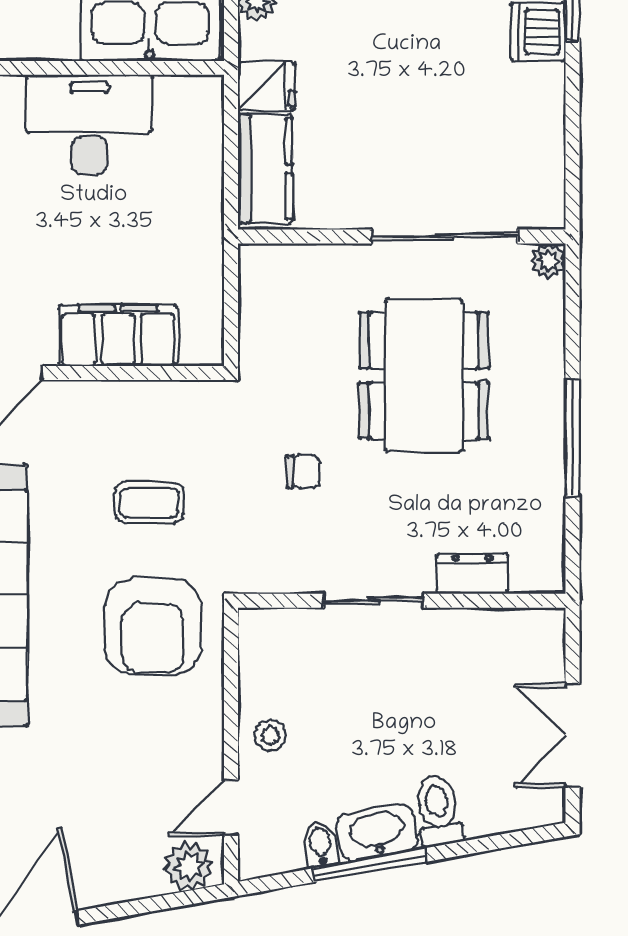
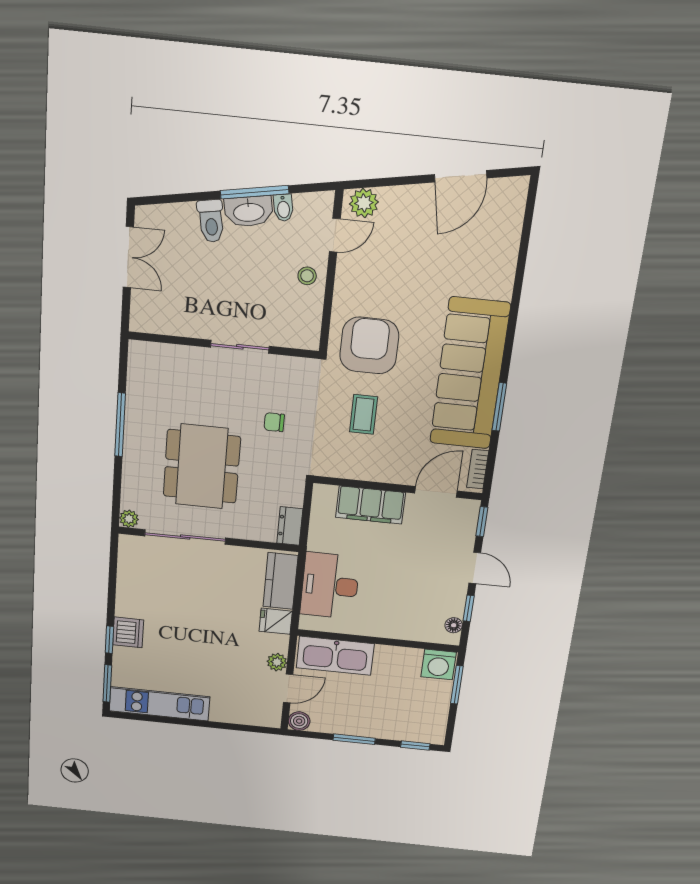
desk: (89, 125) -> (330, 586), moved, turned 90
coffee table: (149, 503) -> (363, 414), turned 90
dresser: (472, 574) -> (290, 526), moved, turned 90

